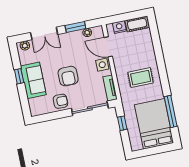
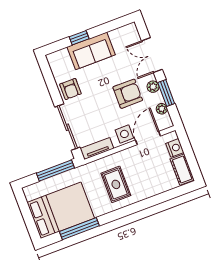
plant: (25, 46) -> (153, 87), moved
window: (19, 76) -> (79, 38), moved
armchair: (68, 76) -> (128, 94), moved, turned 180
window: (122, 123) -> (55, 171), width x2.17

